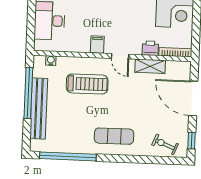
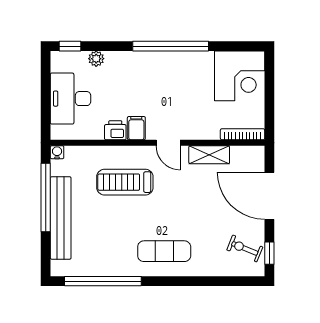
printer: (150, 48) -> (115, 130), moved
water cooler: (51, 60) -> (57, 152), moved
treadmill: (87, 84) -> (125, 182), turned 180
exercise bike: (165, 144) -> (245, 248), moved

